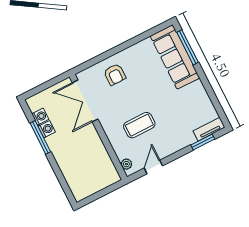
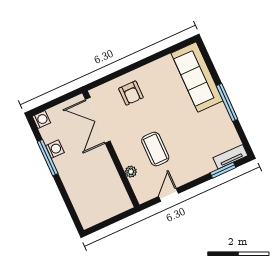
window: (188, 47) -> (227, 103), moved
washing machine: (40, 117) -> (41, 120), moved
coffee table: (139, 125) -> (155, 149), turned 90
plant: (126, 164) -> (131, 172), moved

